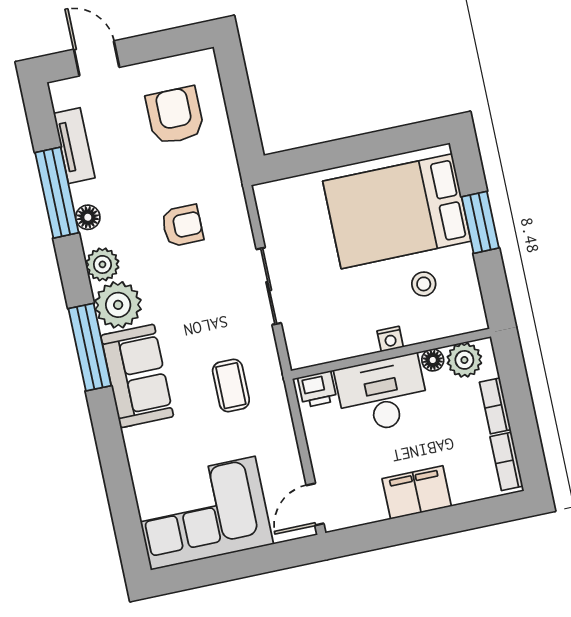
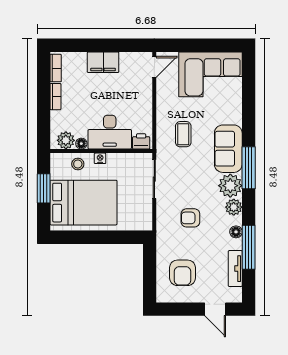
nightstand: (390, 339) -> (100, 158), moved
wall: (391, 354) -> (101, 151), moved
floor lamp: (433, 360) -> (81, 144), moved
plant: (464, 360) -> (66, 140), moved
printer: (317, 389) -> (141, 141), moved
desk: (382, 394) -> (110, 132), moved

